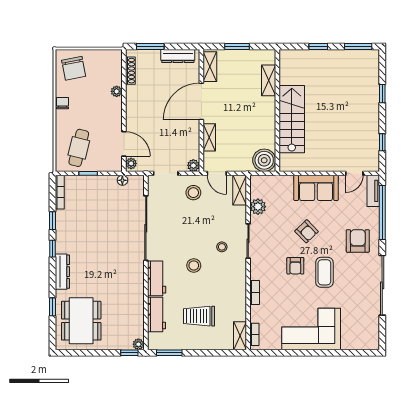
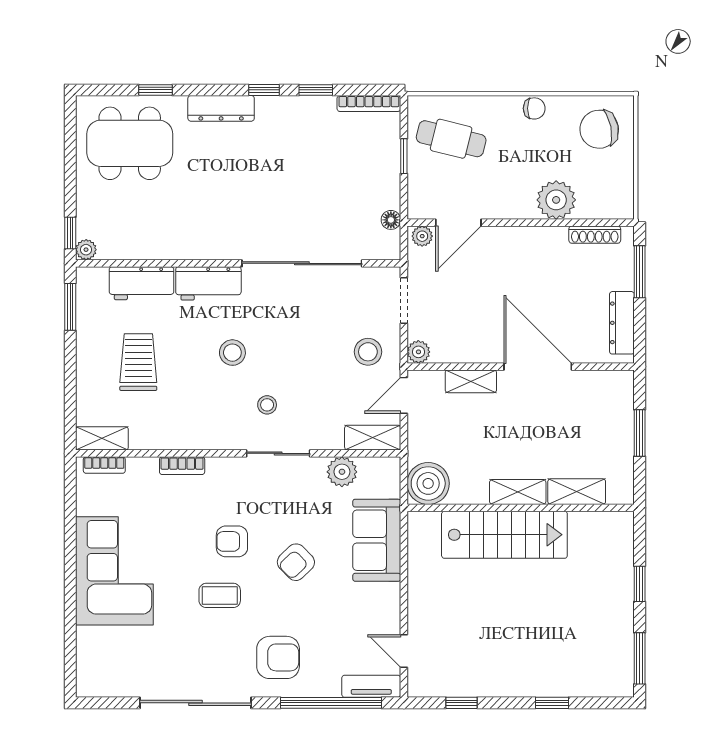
shelving: (210, 67) -> (518, 492), moved
plant: (117, 91) -> (556, 200), width x1.87, depth x1.87
sofa: (316, 188) -> (377, 540), moved
coffee table: (324, 272) -> (220, 595), width x0.73, depth x0.77

